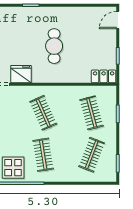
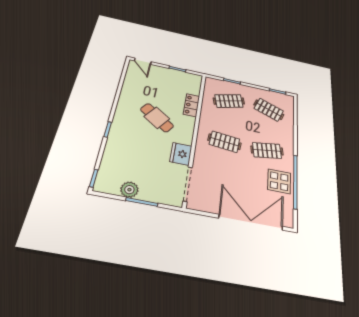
cafe table: (54, 46) -> (157, 118), turned 35
locker: (104, 76) -> (192, 105), moved
clothes rail: (43, 113) -> (225, 142), turned 30

